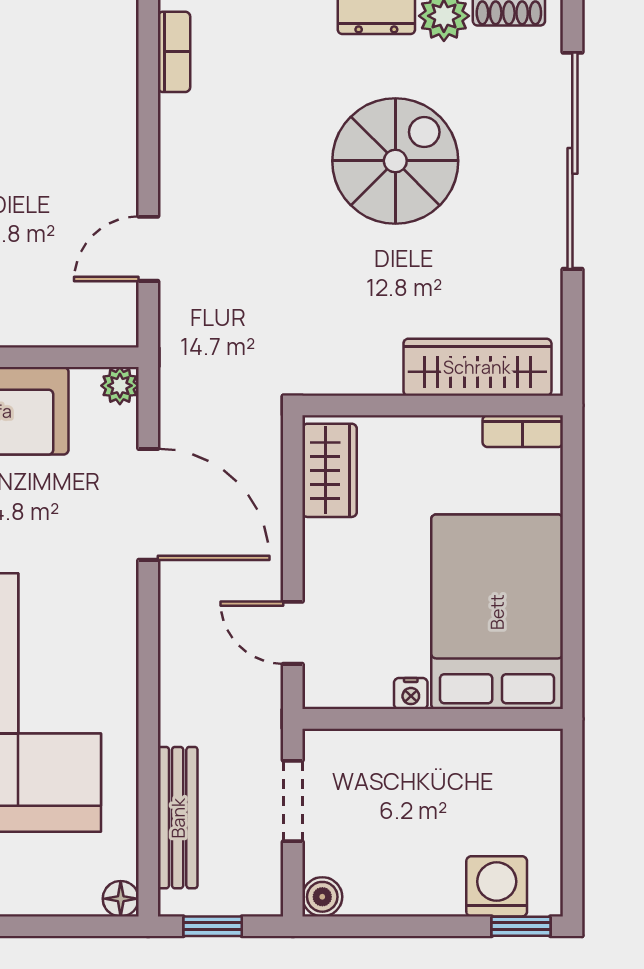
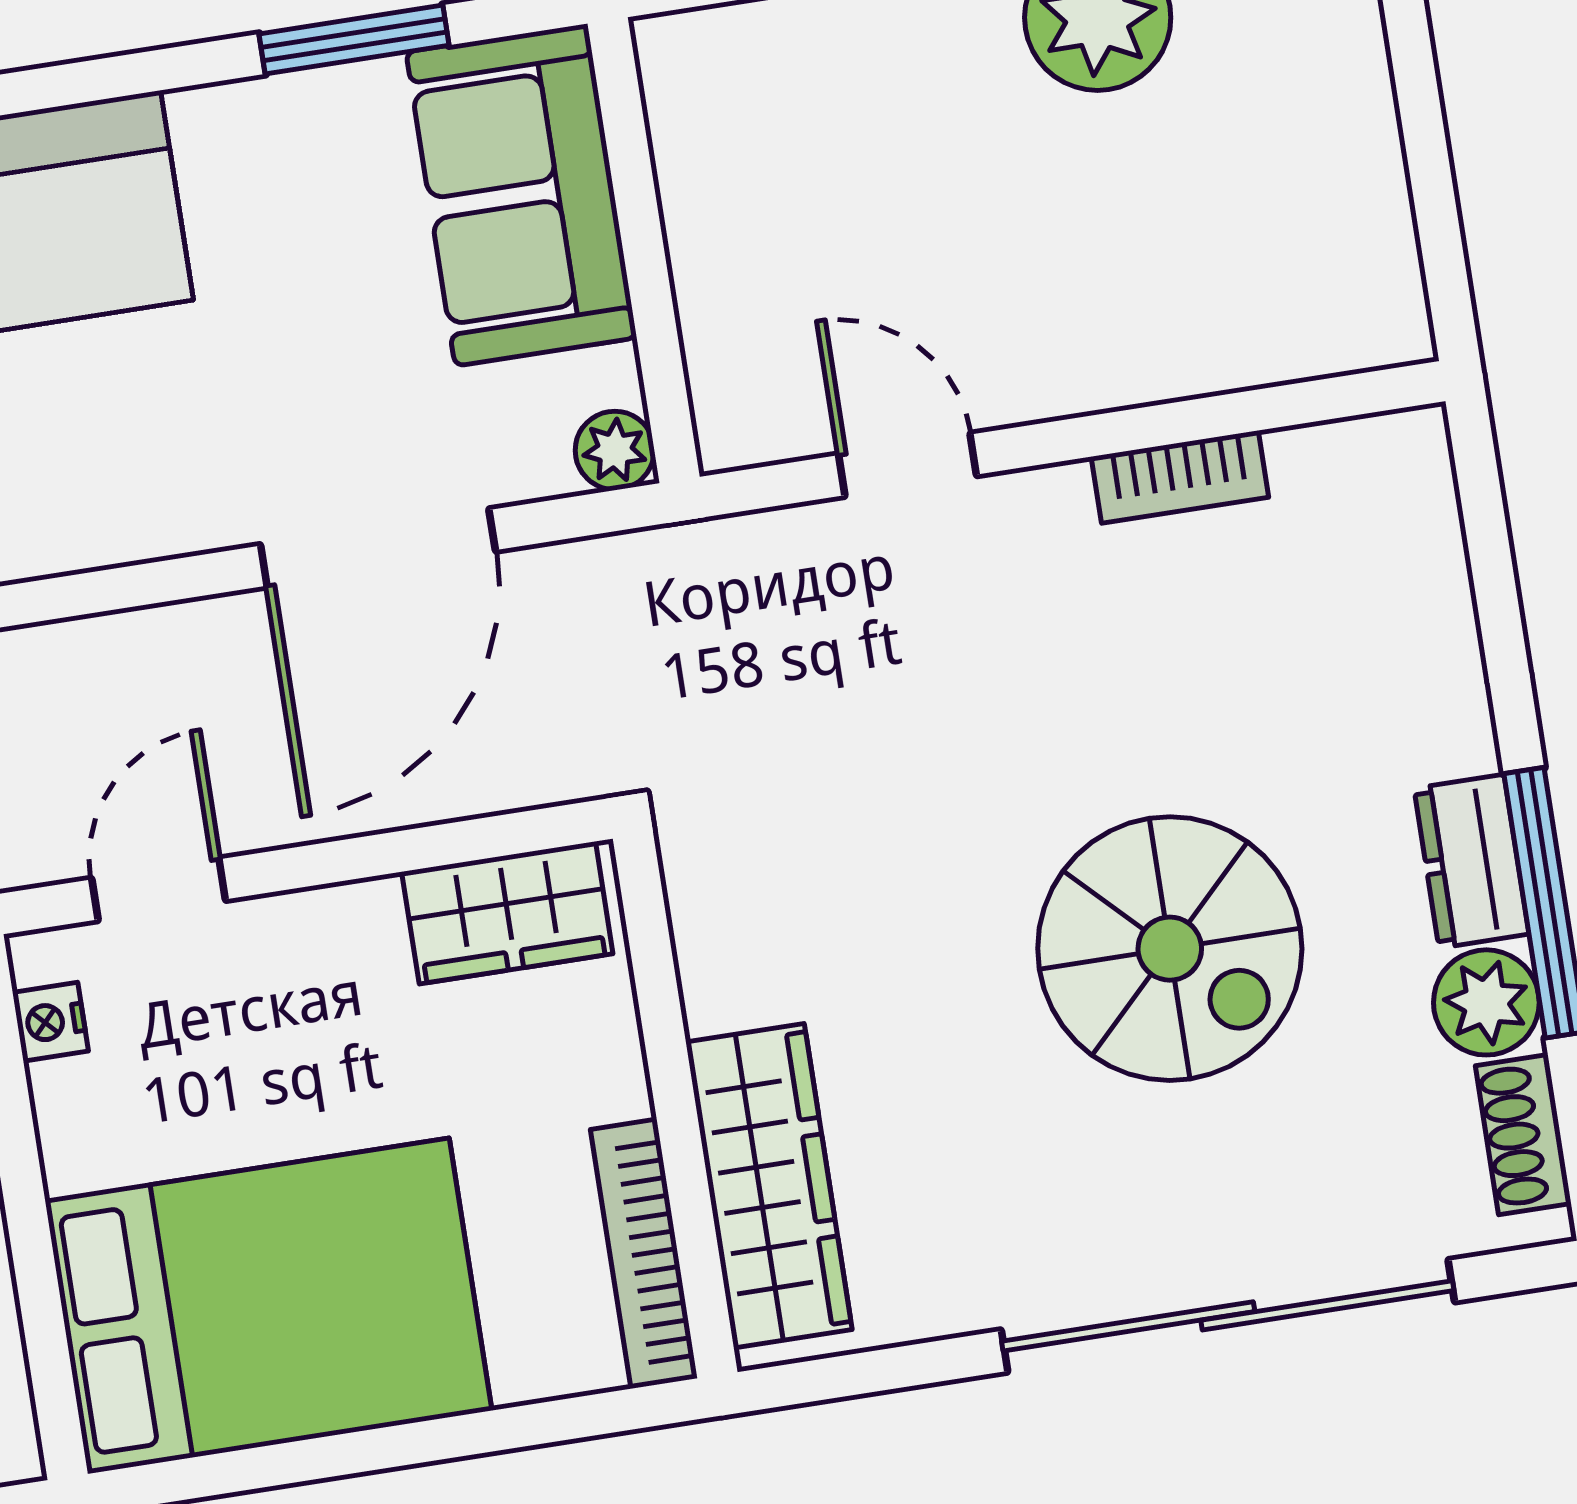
bookcase: (174, 52) -> (1180, 477), moved
bookcase: (523, 431) -> (644, 1254), width x1.56
nightstand: (411, 694) -> (50, 1022), moved

